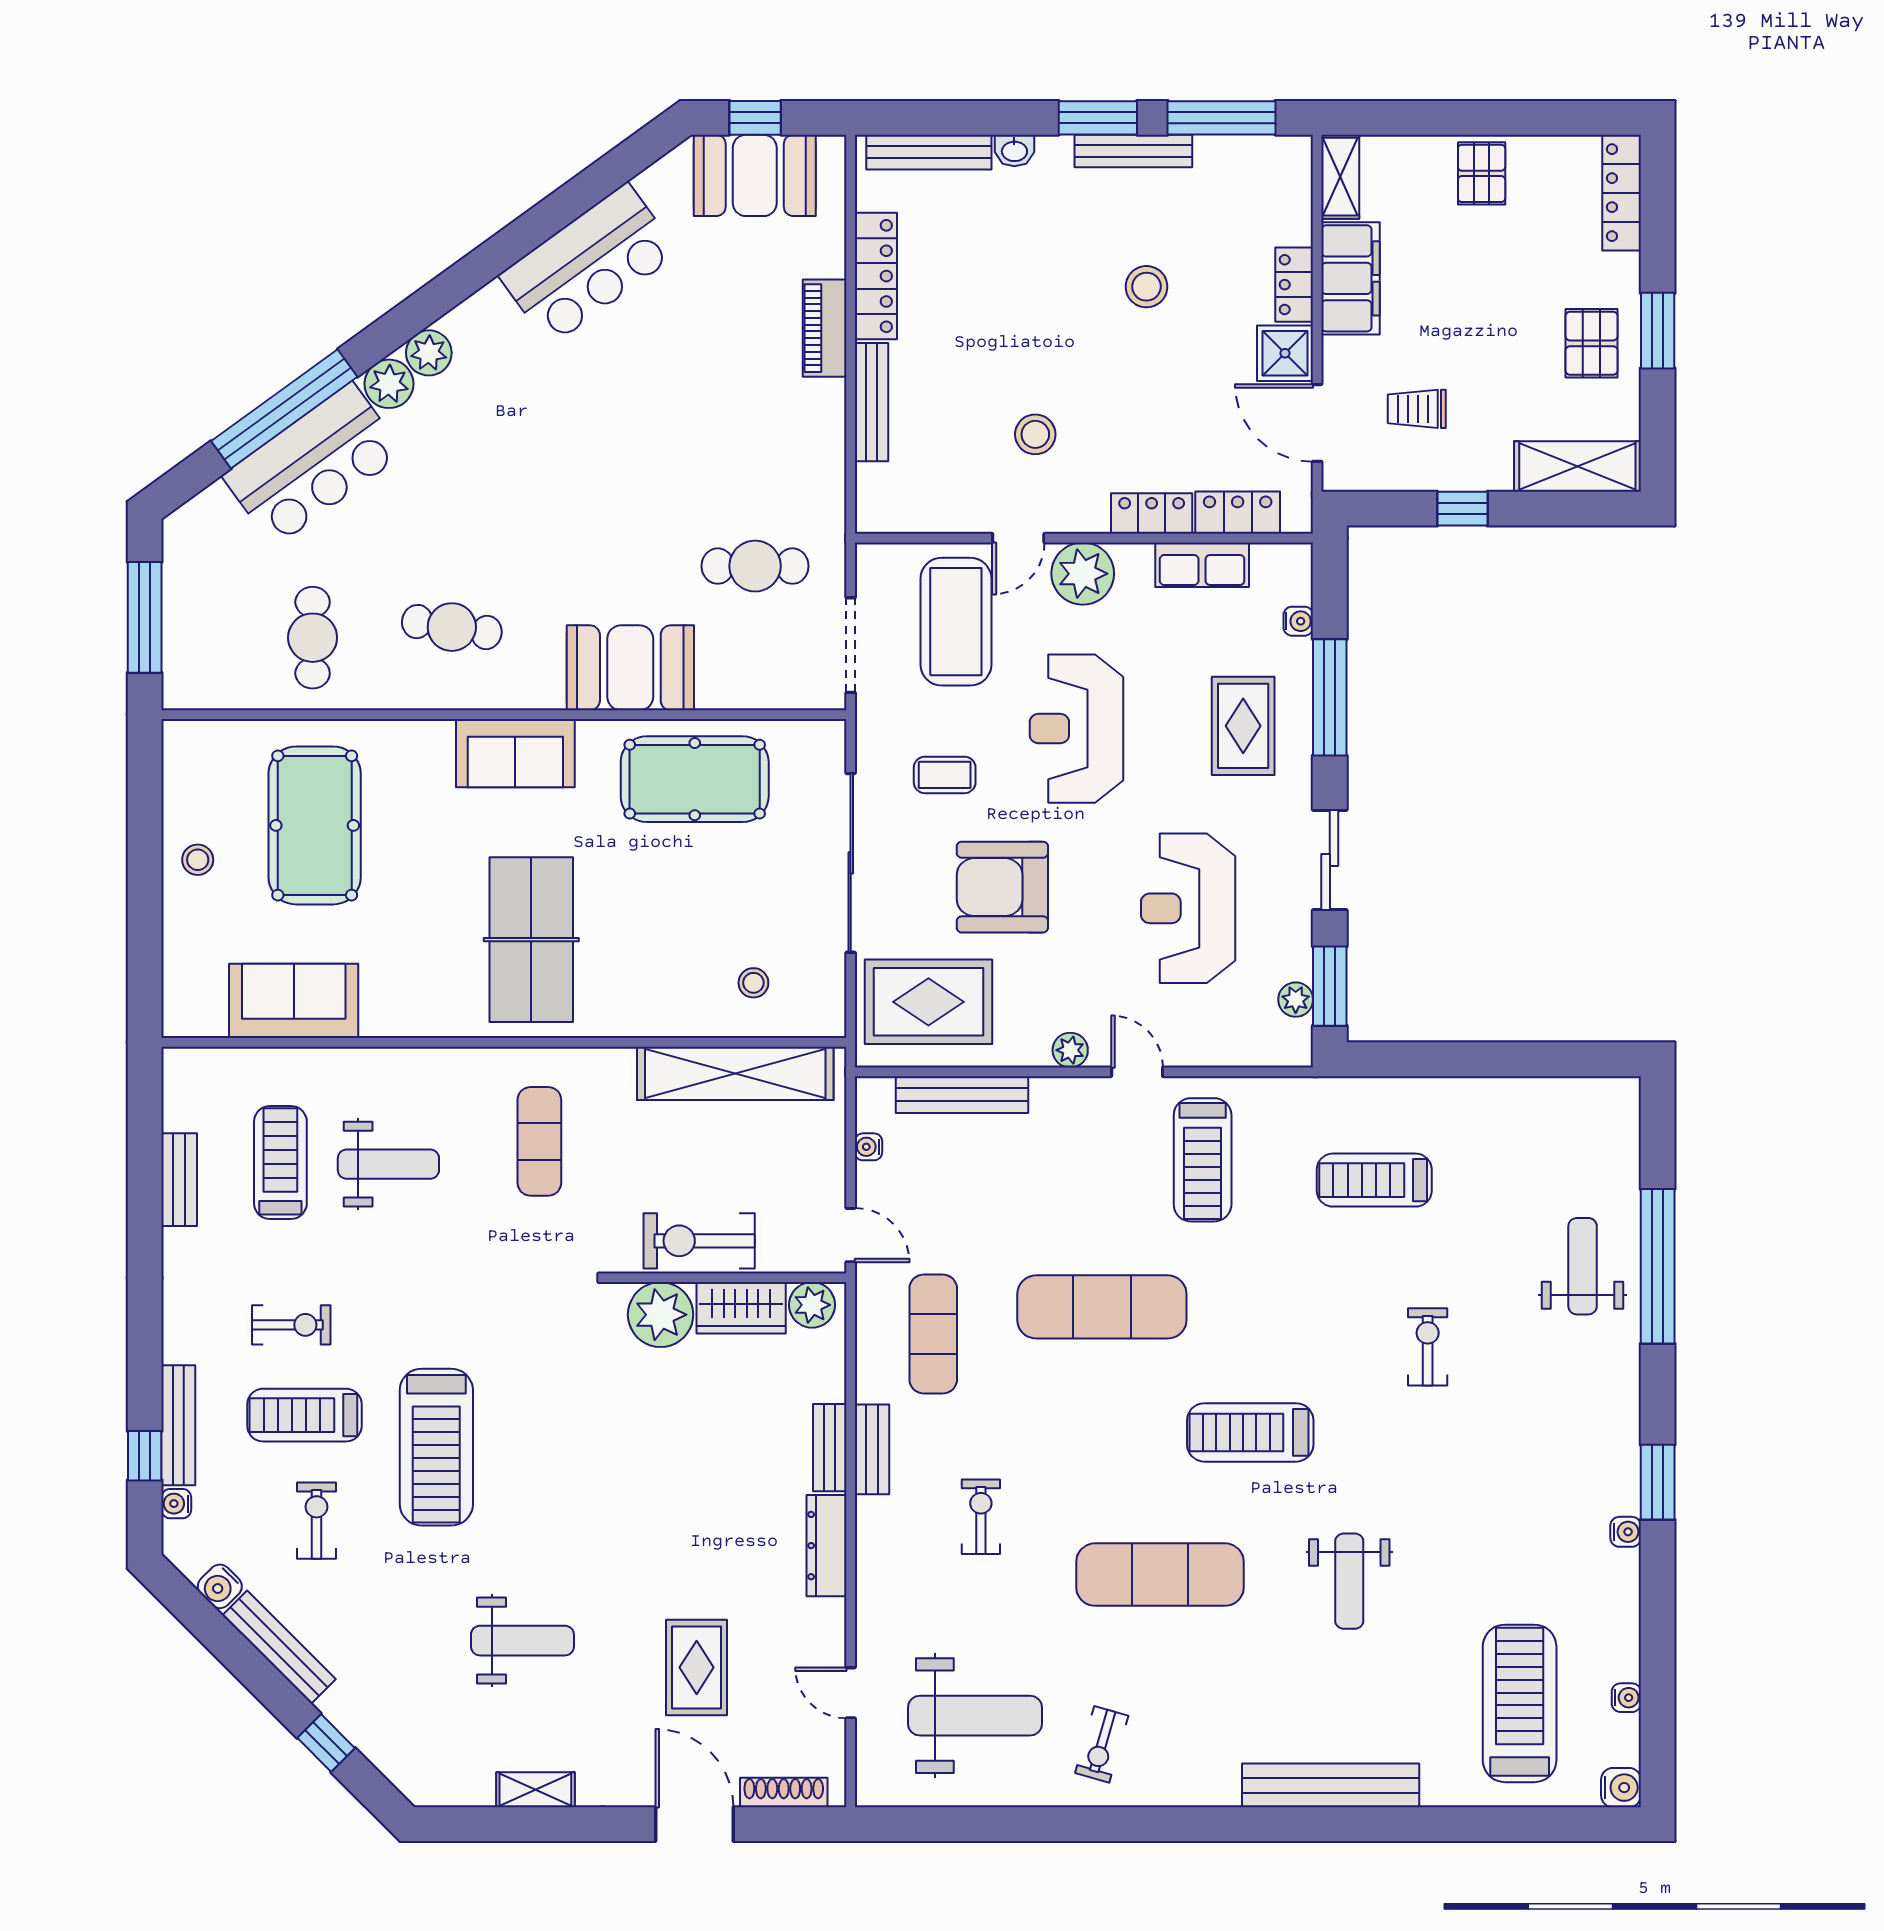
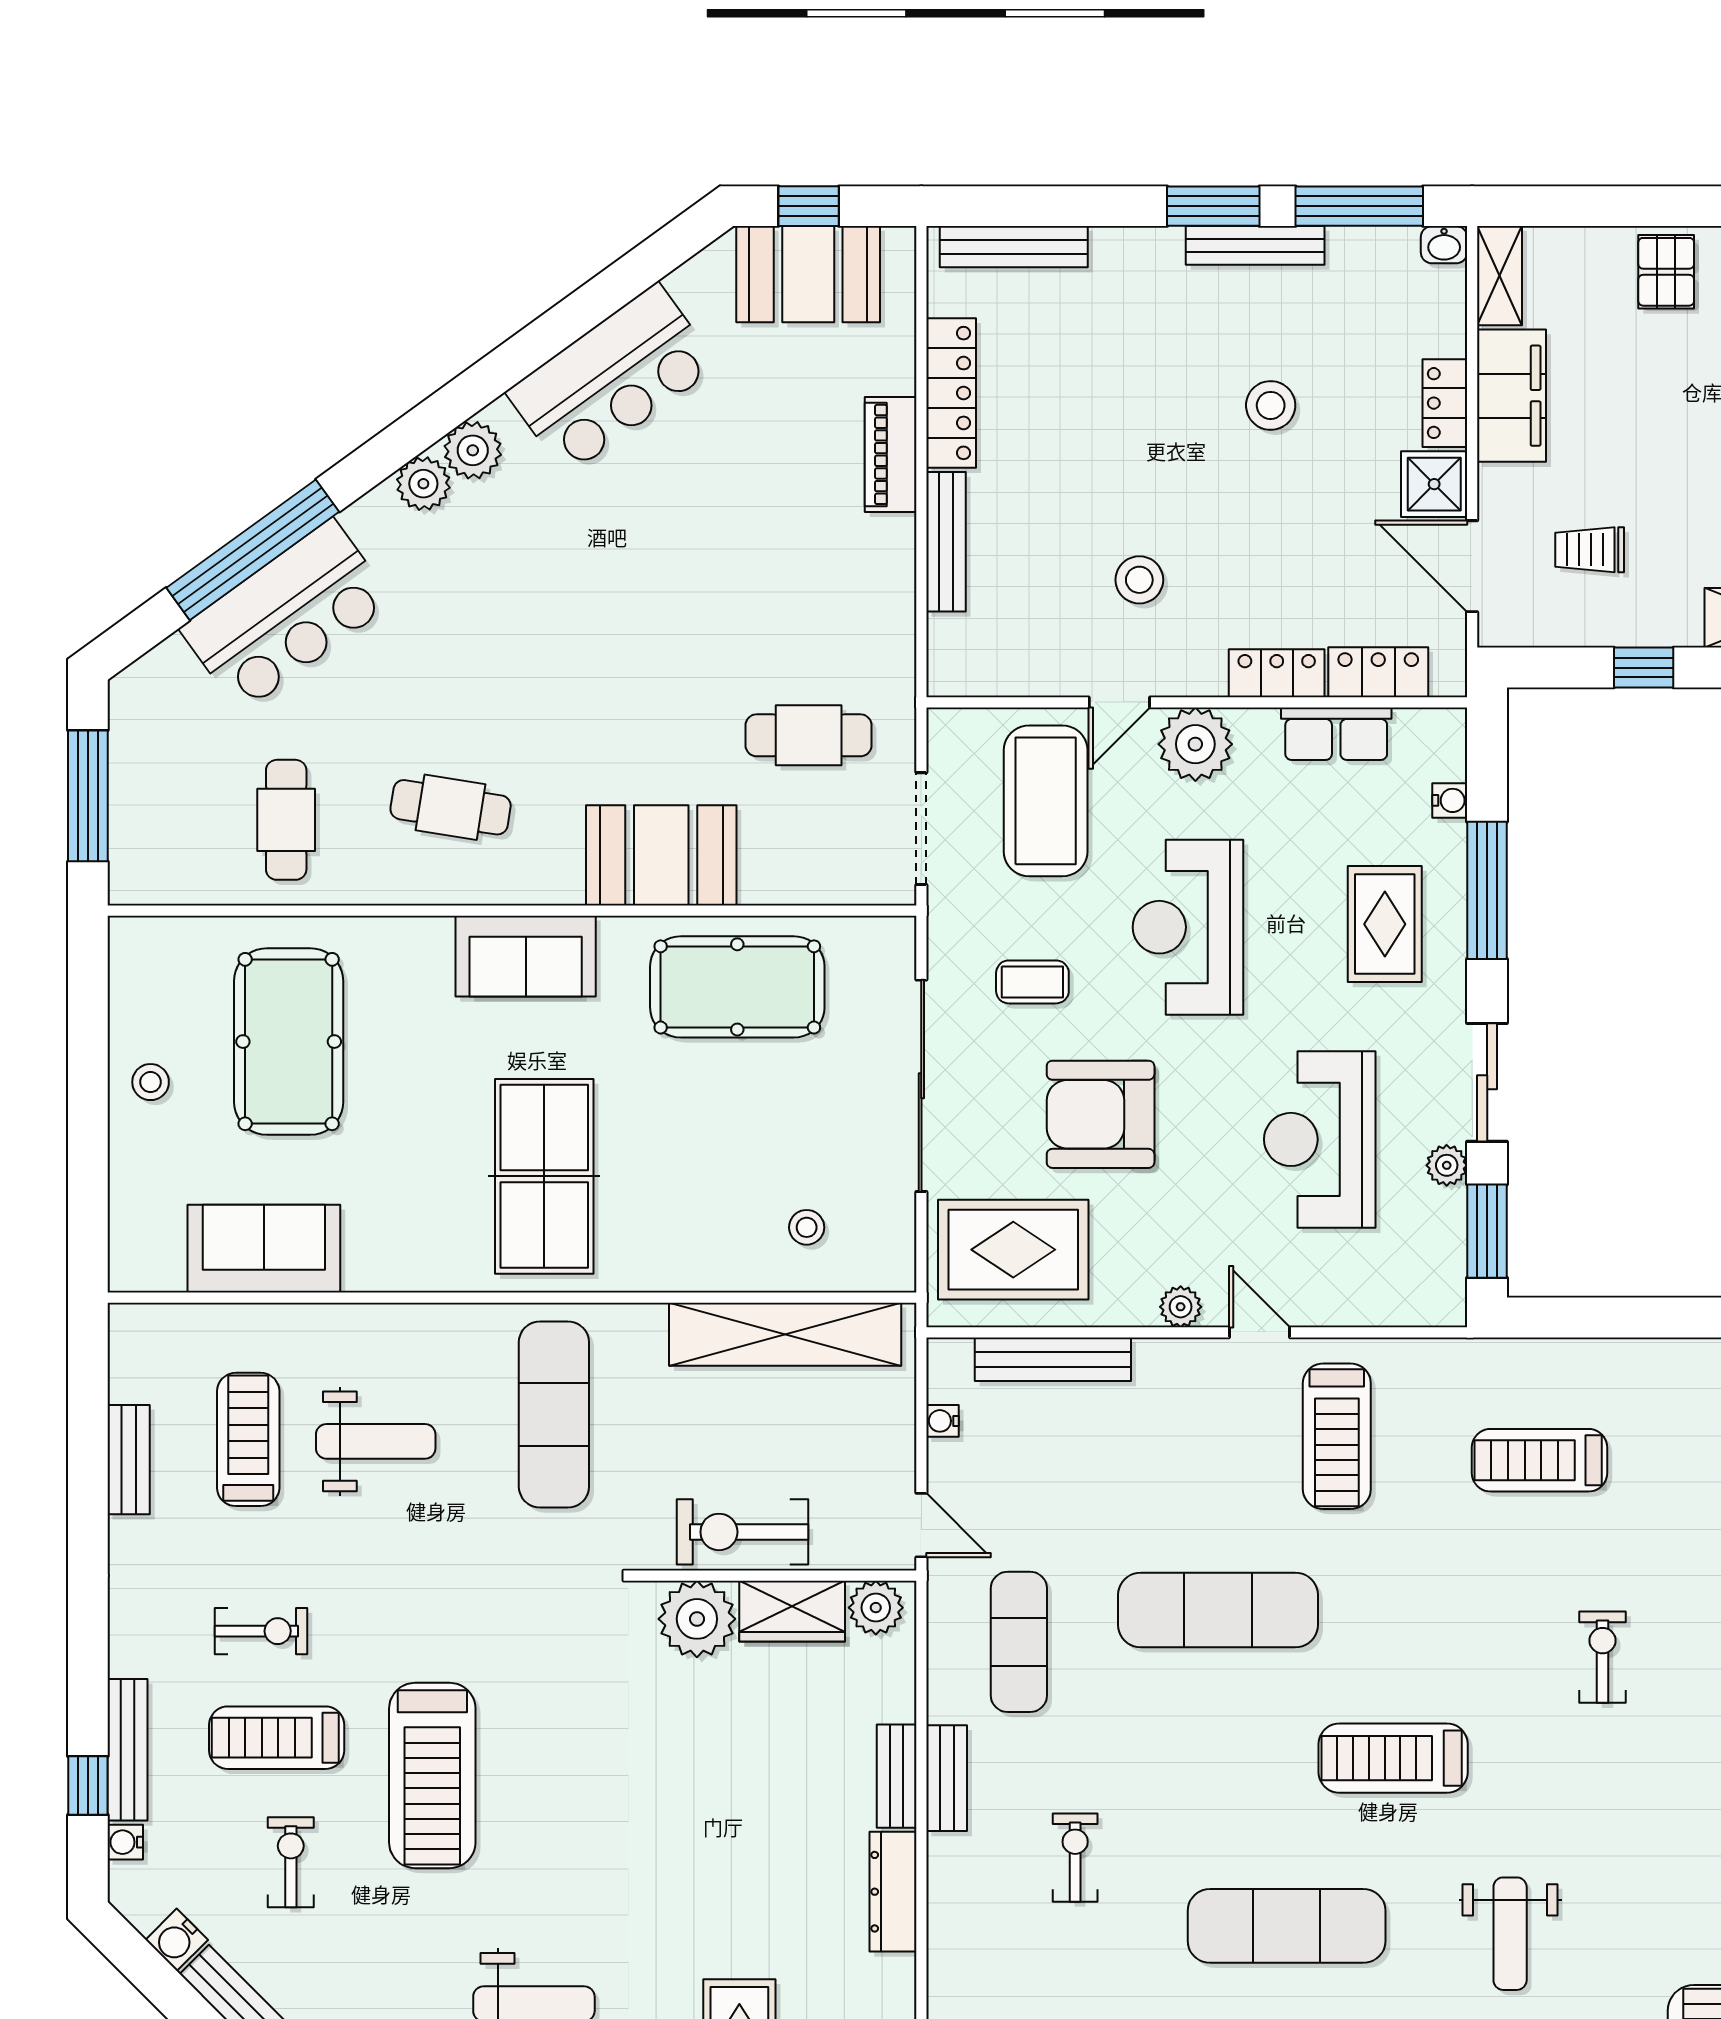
washbasin: (1014, 150) -> (1444, 245), moved
plant: (389, 384) -> (473, 450), moved
plant: (1296, 1000) -> (1447, 1165), moved
exercise mat: (539, 1141) -> (554, 1414), width x1.36, depth x1.45

